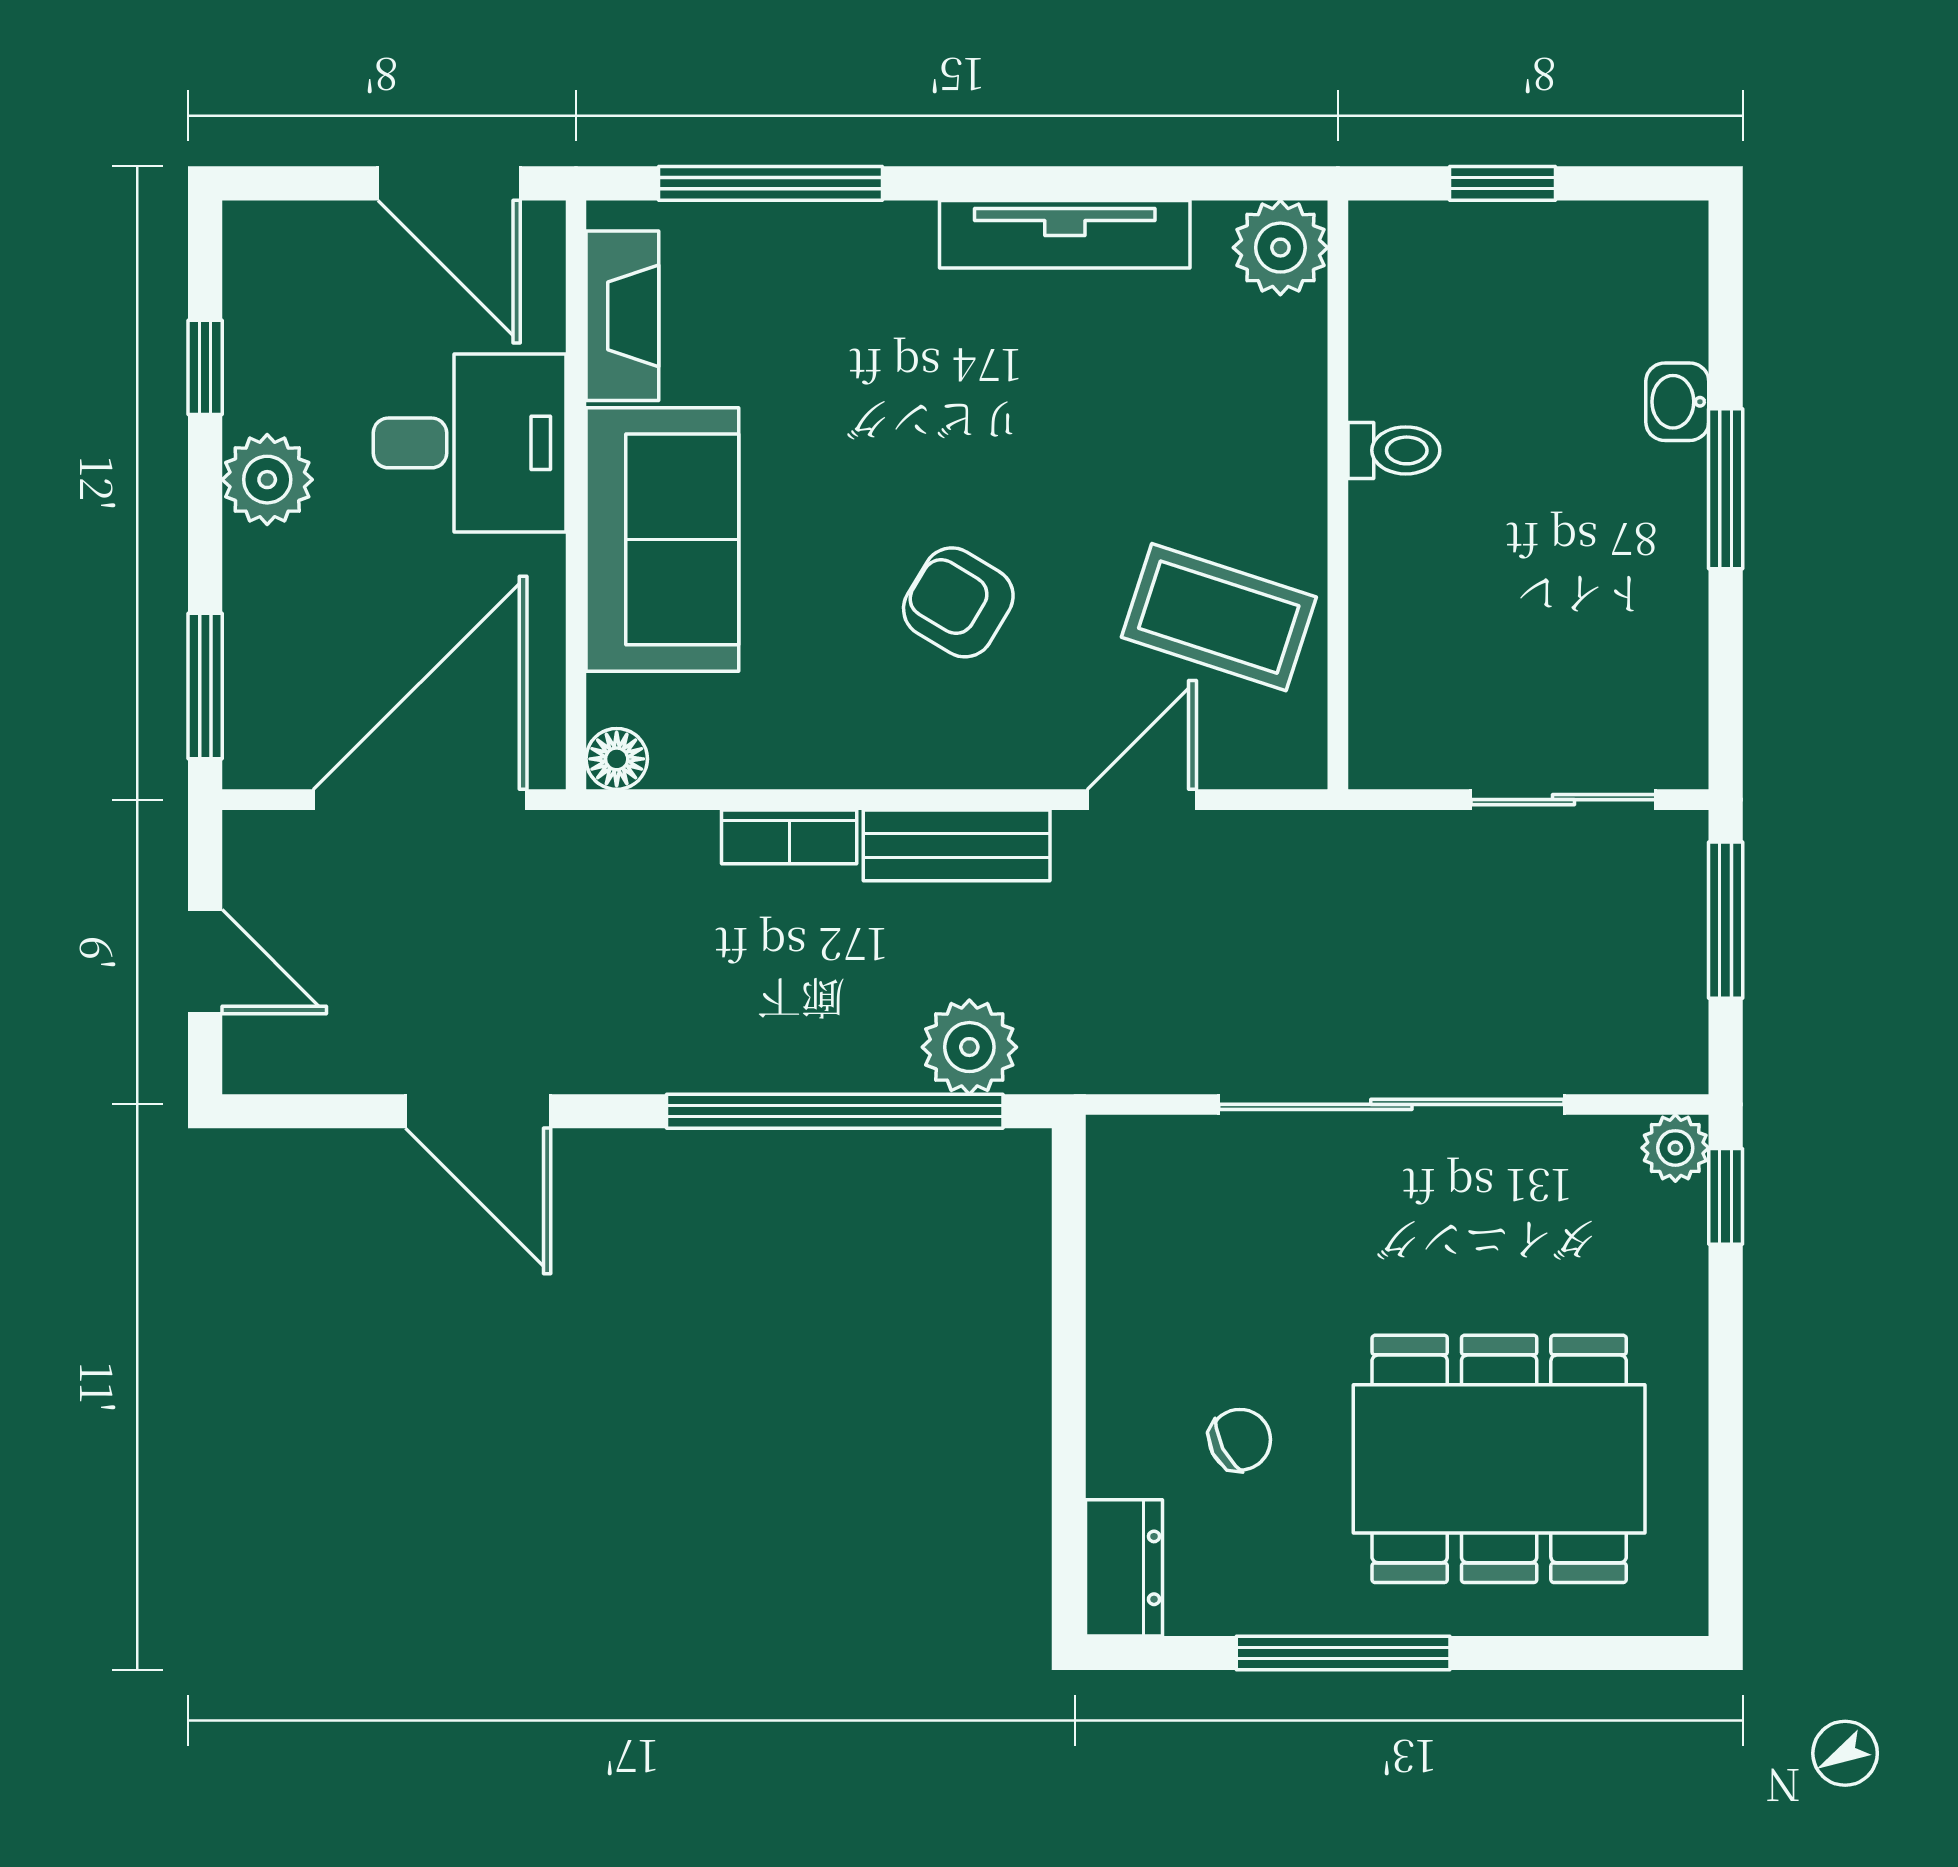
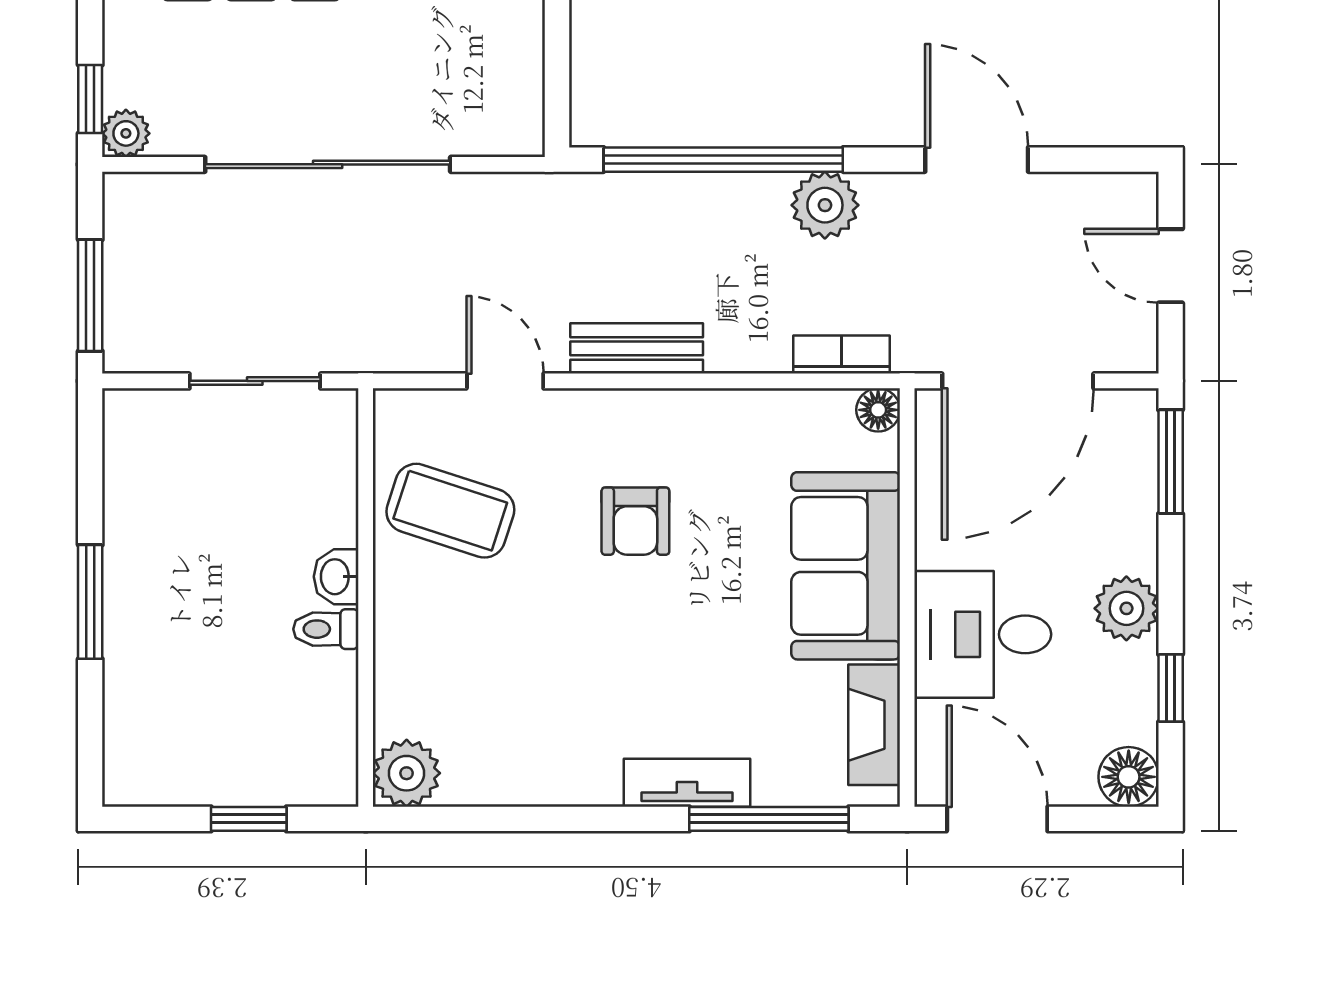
tv unit: (1065, 234) -> (687, 783), moved, width x0.71
floor lamp: (264, 242) -> (1129, 777), added
washbasin: (1677, 402) -> (336, 577), moved, turned 180
armchair: (958, 602) -> (635, 521), turned 59
door: (1142, 800) -> (505, 381), swing flipped
sliding door: (1563, 800) -> (255, 381), moved
bookcase: (789, 837) -> (842, 354), moved
plant: (969, 1047) -> (825, 205), moved

